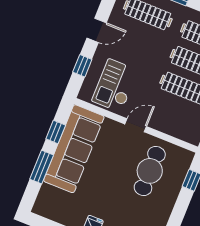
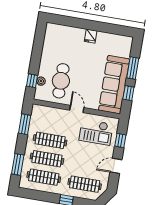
checkout: (115, 86) -> (96, 132), turned 90
door: (136, 125) -> (77, 109), swing flipped
plant: (179, 177) -> (41, 81), added

